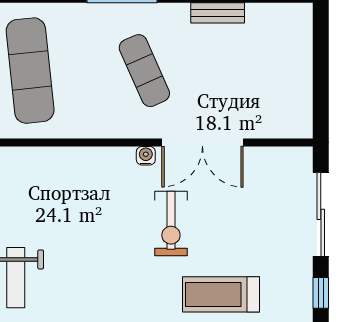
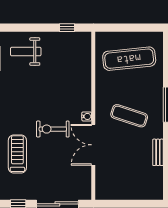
exercise mat: (144, 71) -> (129, 116), turned 42

